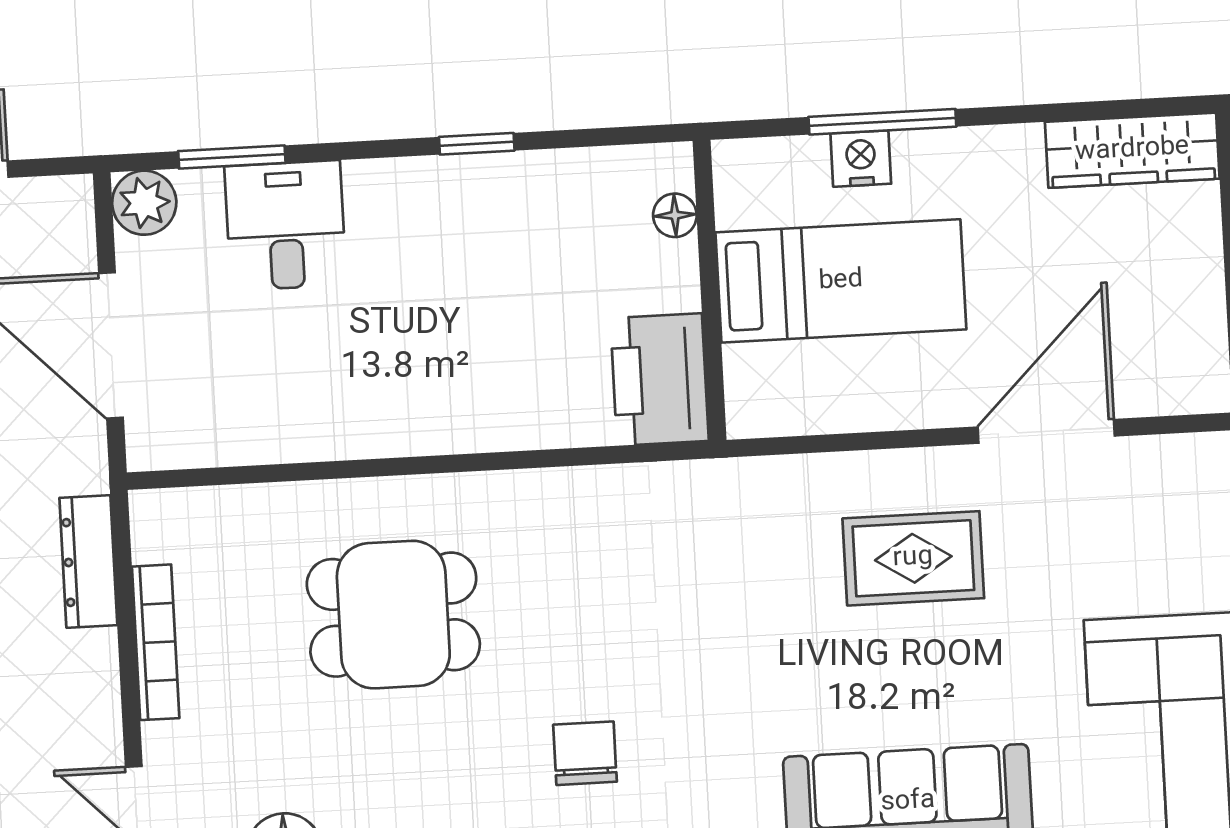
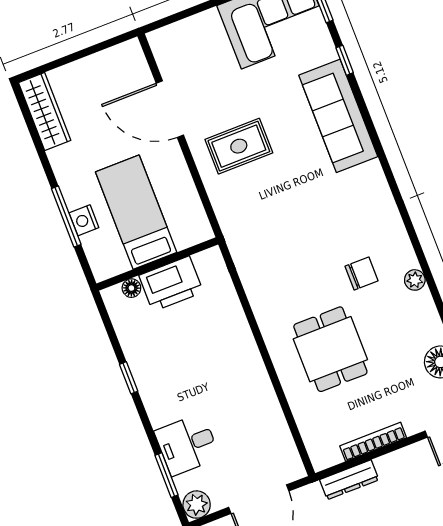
printer: (660, 379) -> (171, 284), moved
rug: (913, 558) -> (239, 146), turned 90
chair: (585, 753) -> (362, 273), moved, turned 180

